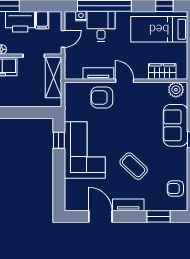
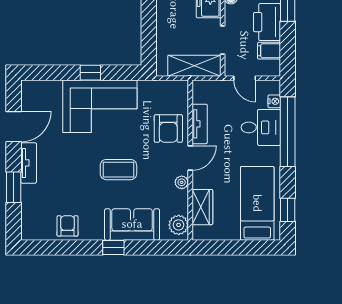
plant: (143, 87) -> (182, 182), added
armchair: (102, 97) -> (168, 129), turned 180
window: (59, 140) -> (90, 73), moved
coffee table: (134, 166) -> (118, 170), moved, turned 47
armchair: (175, 189) -> (68, 226), moved
window: (159, 216) -> (14, 187), moved

